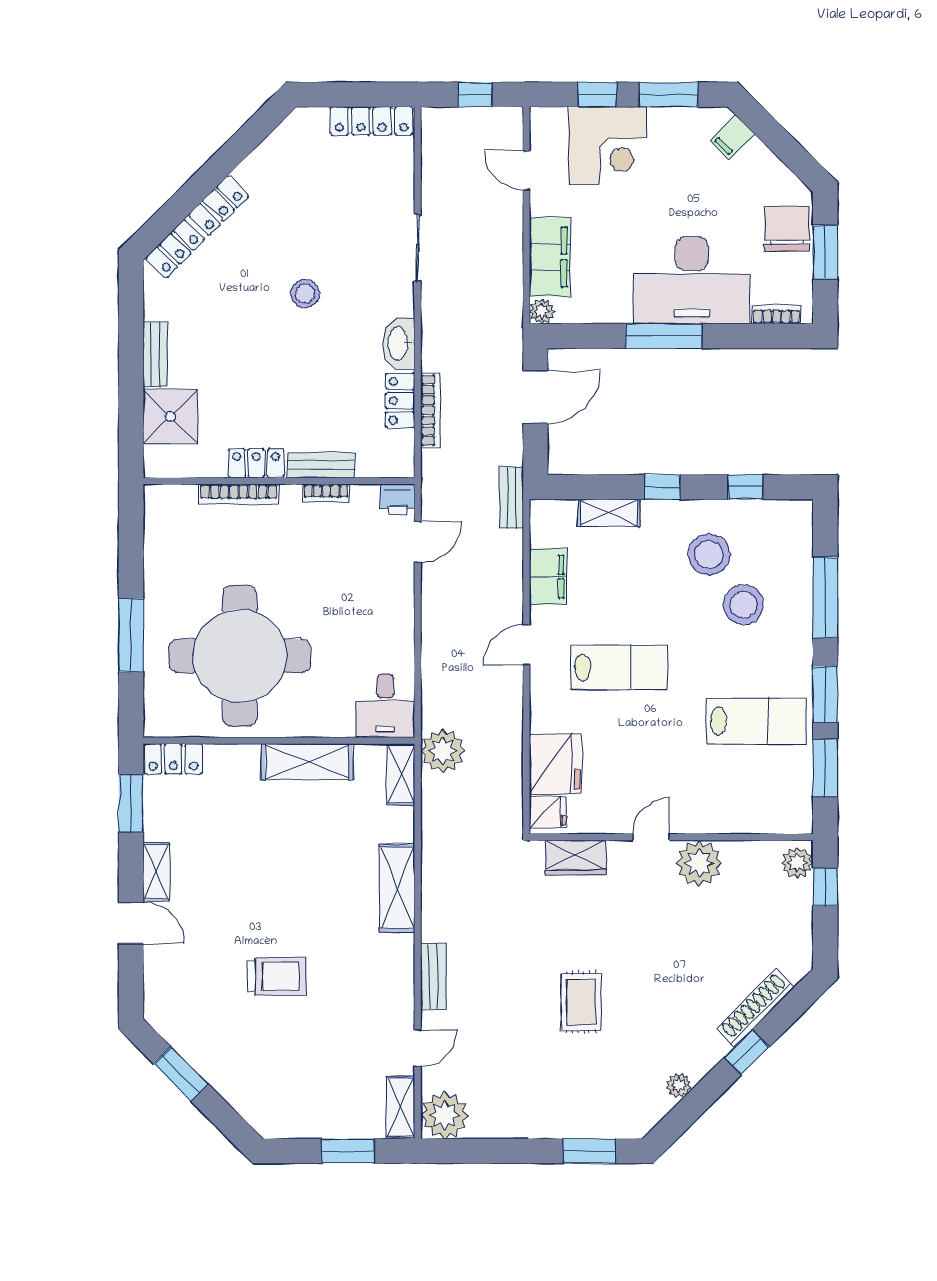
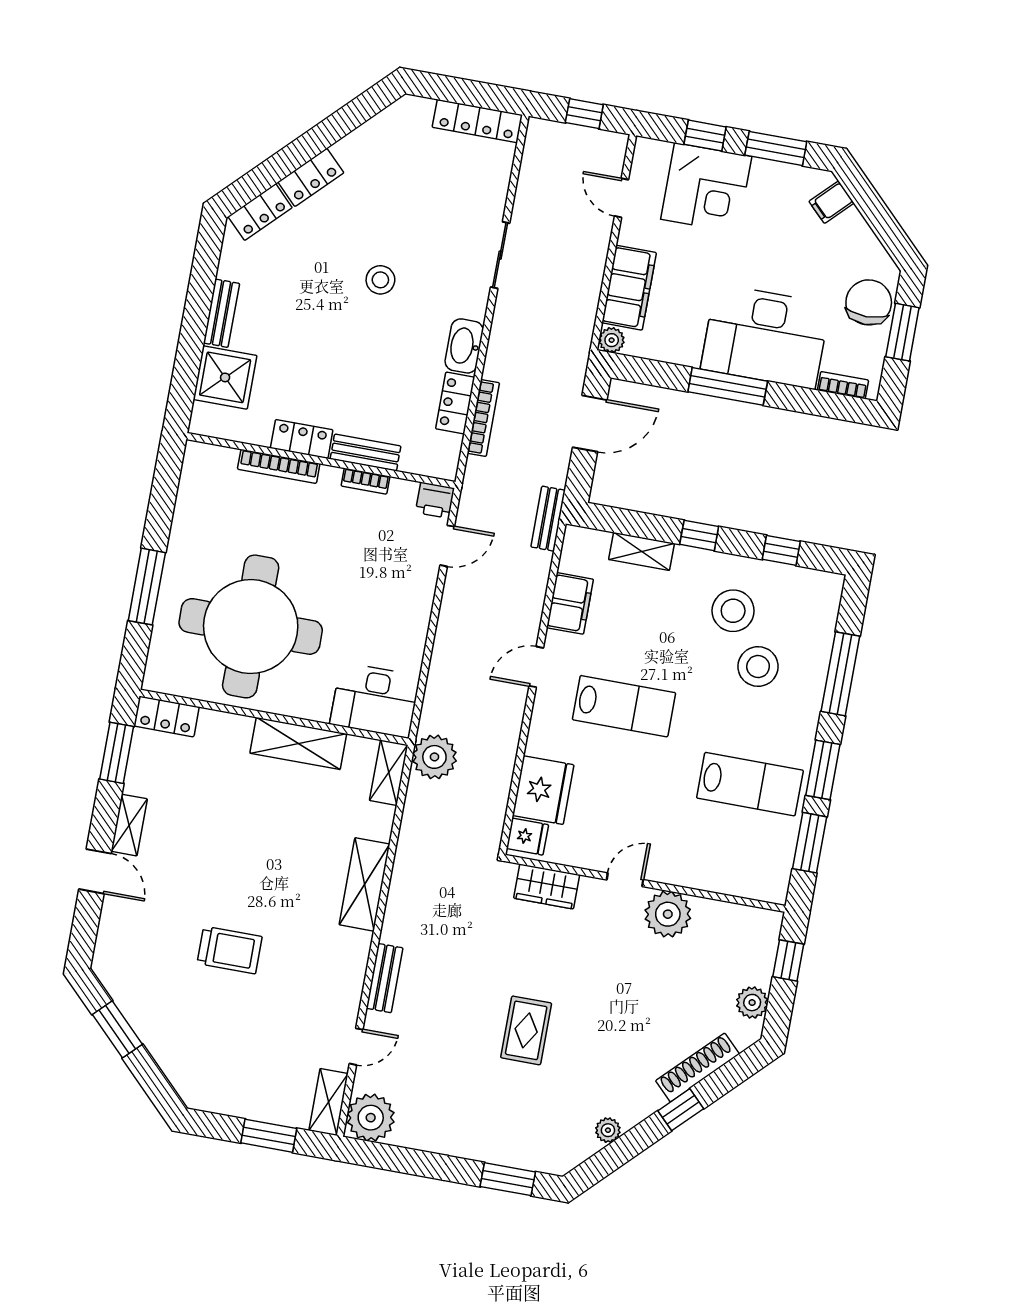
desk: (385, 706) -> (375, 700), width x1.37
plant: (797, 863) -> (752, 1003), moved

